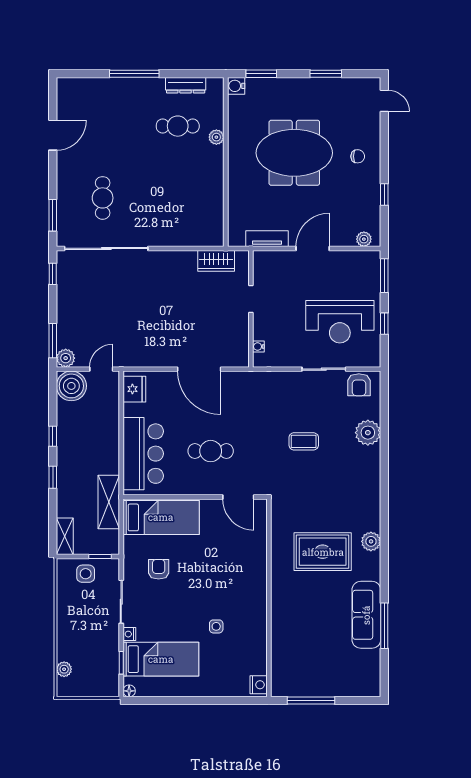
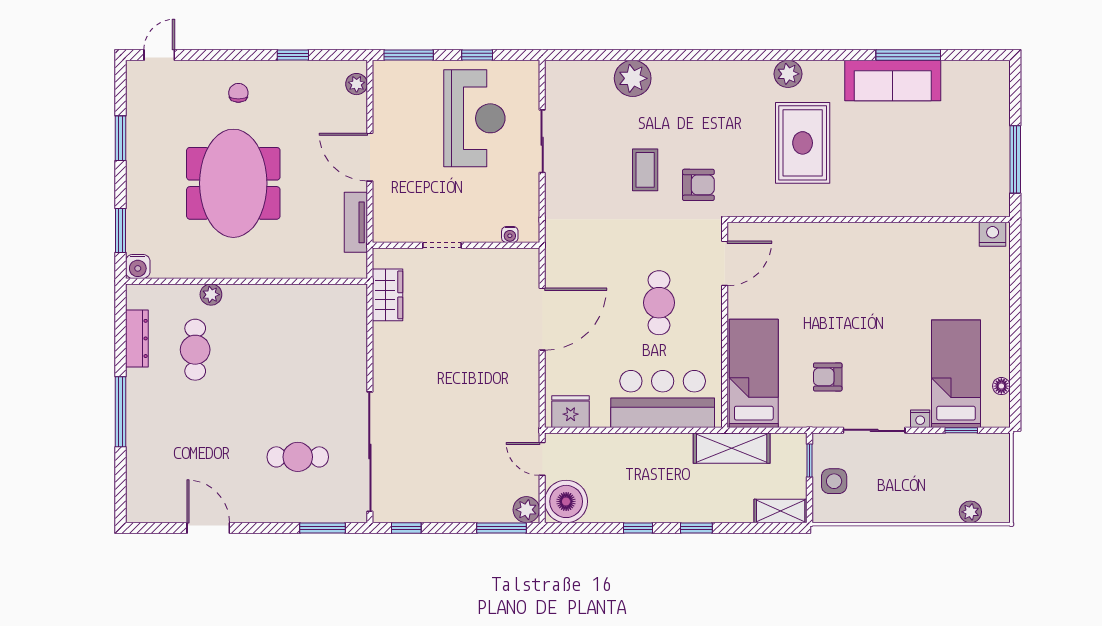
armchair: (359, 385) -> (698, 185), moved
side table: (216, 626) -> (909, 295), removed
floor lamp: (129, 691) -> (1001, 386), moved

